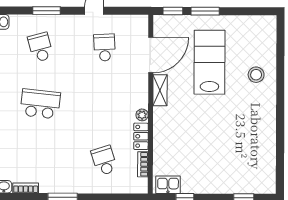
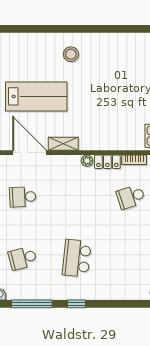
lab bench: (210, 62) -> (36, 96), turned 180
stool: (256, 75) -> (71, 54), moved

